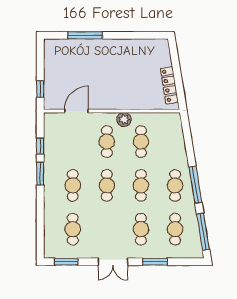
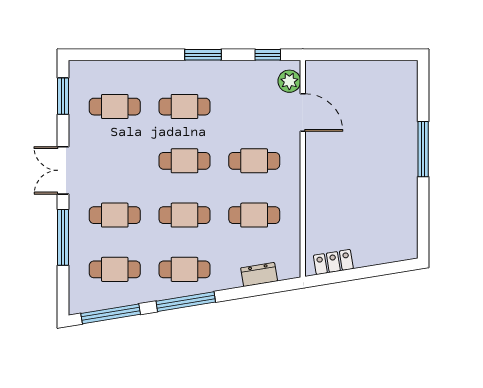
window: (85, 35) -> (423, 149), moved
locker: (169, 85) -> (333, 262), width x0.66
window: (40, 89) -> (338, 55), removed
plant: (124, 119) -> (289, 81), moved
dresser: (178, 139) -> (259, 275), added
window: (40, 146) -> (268, 55), moved
window: (155, 262) -> (63, 237), width x1.44

